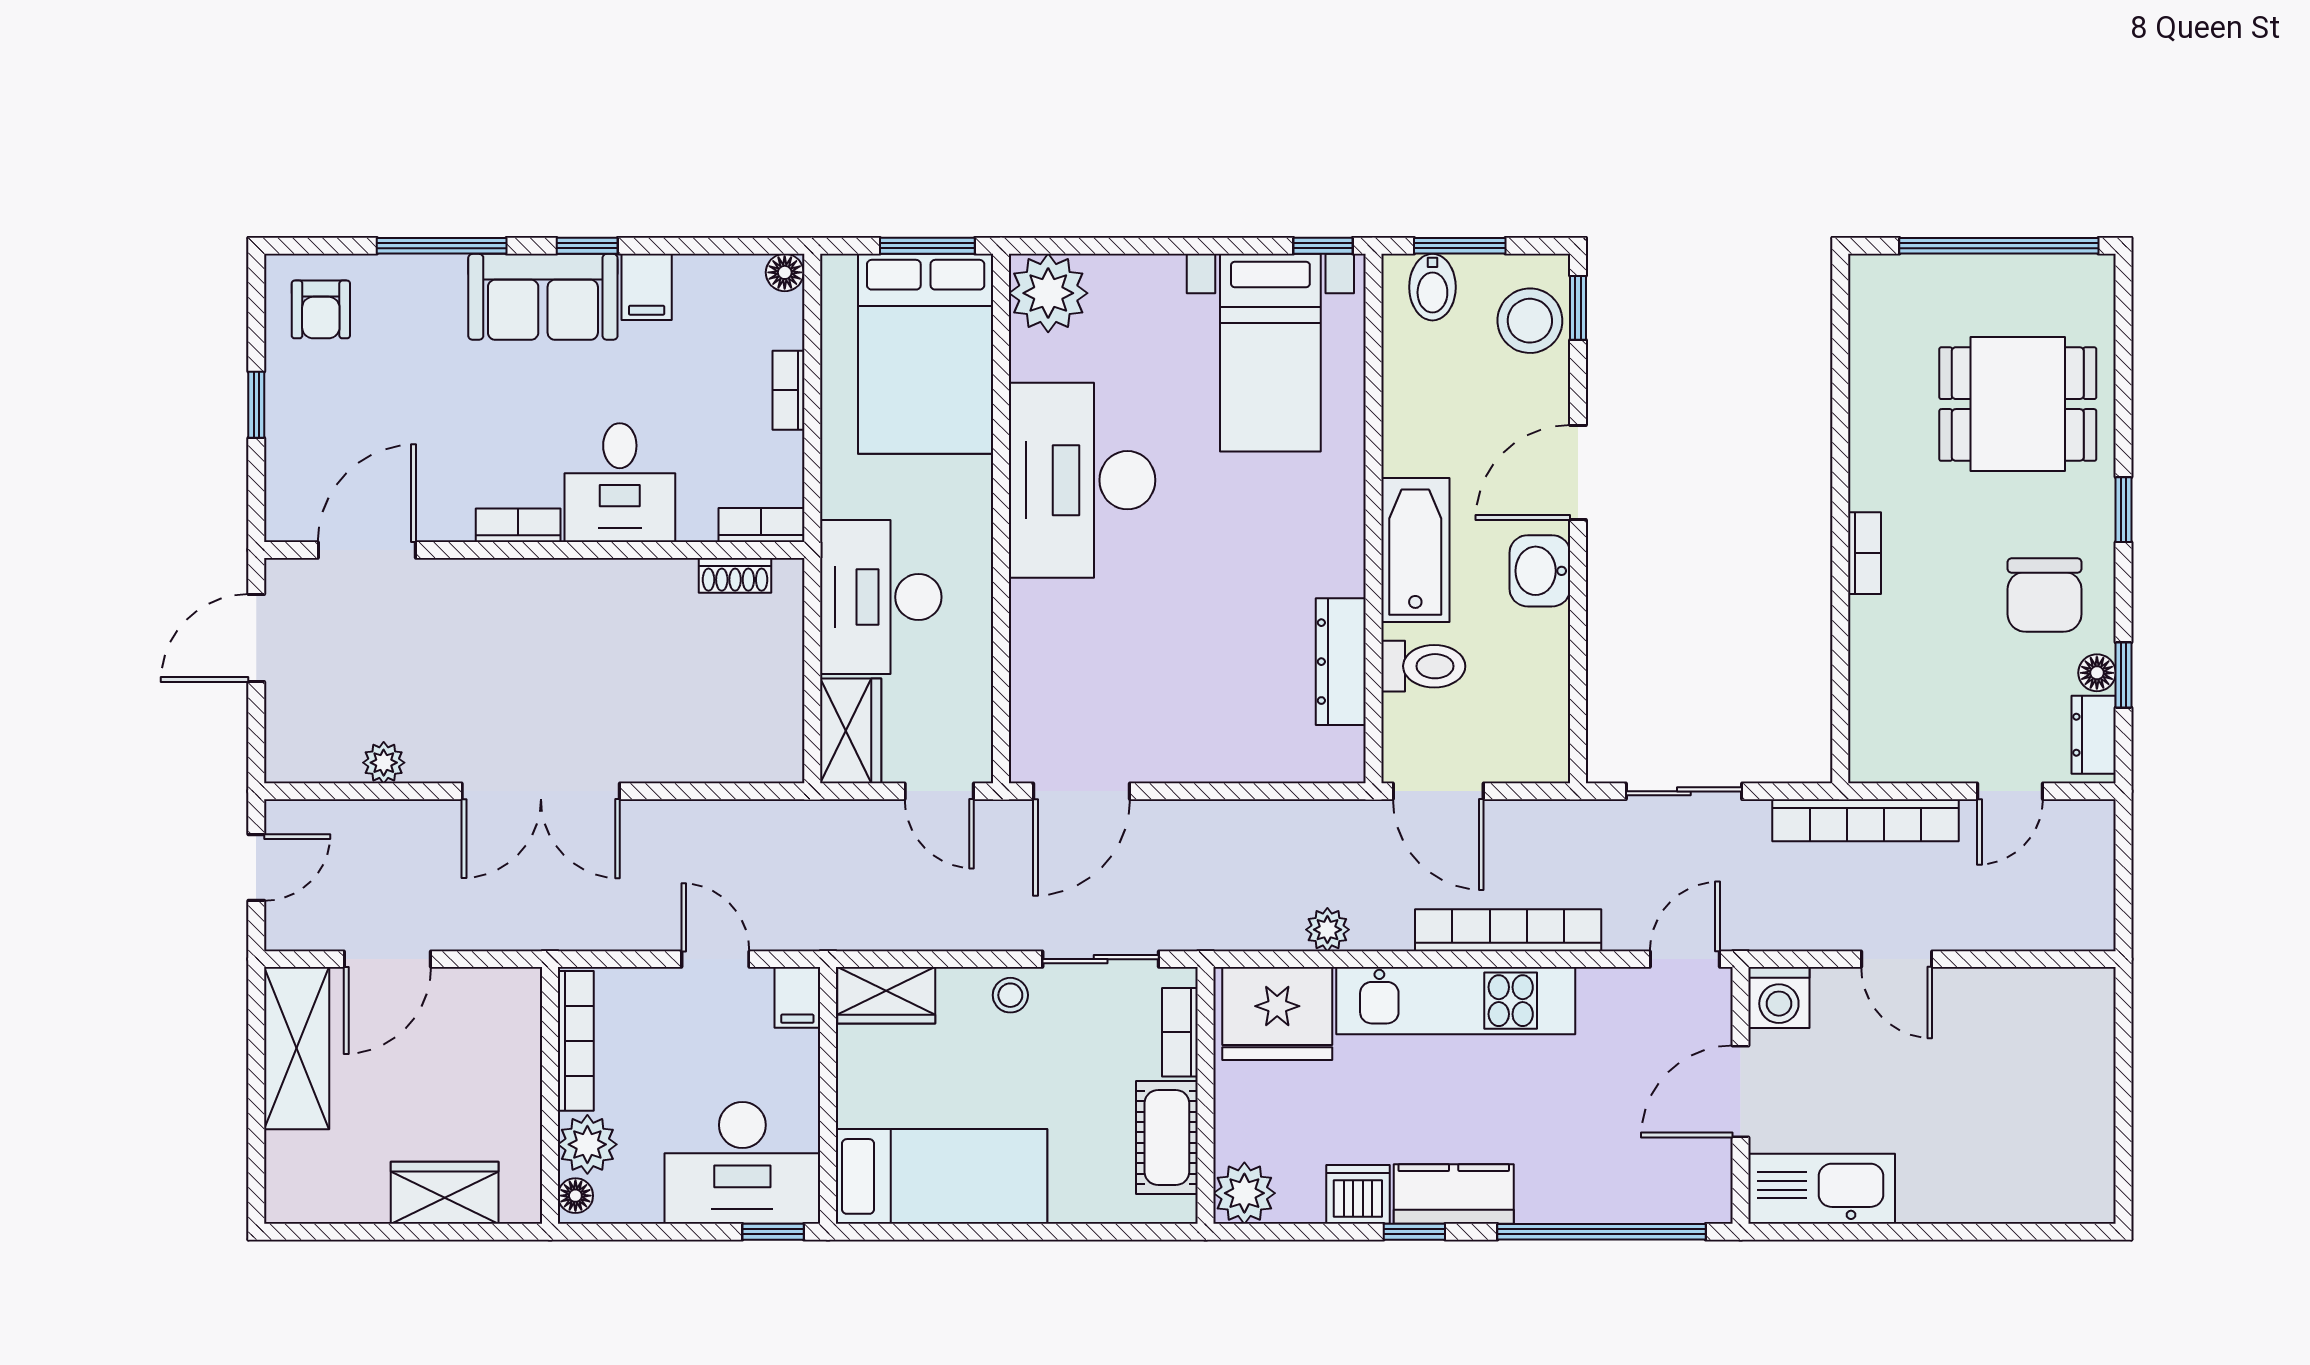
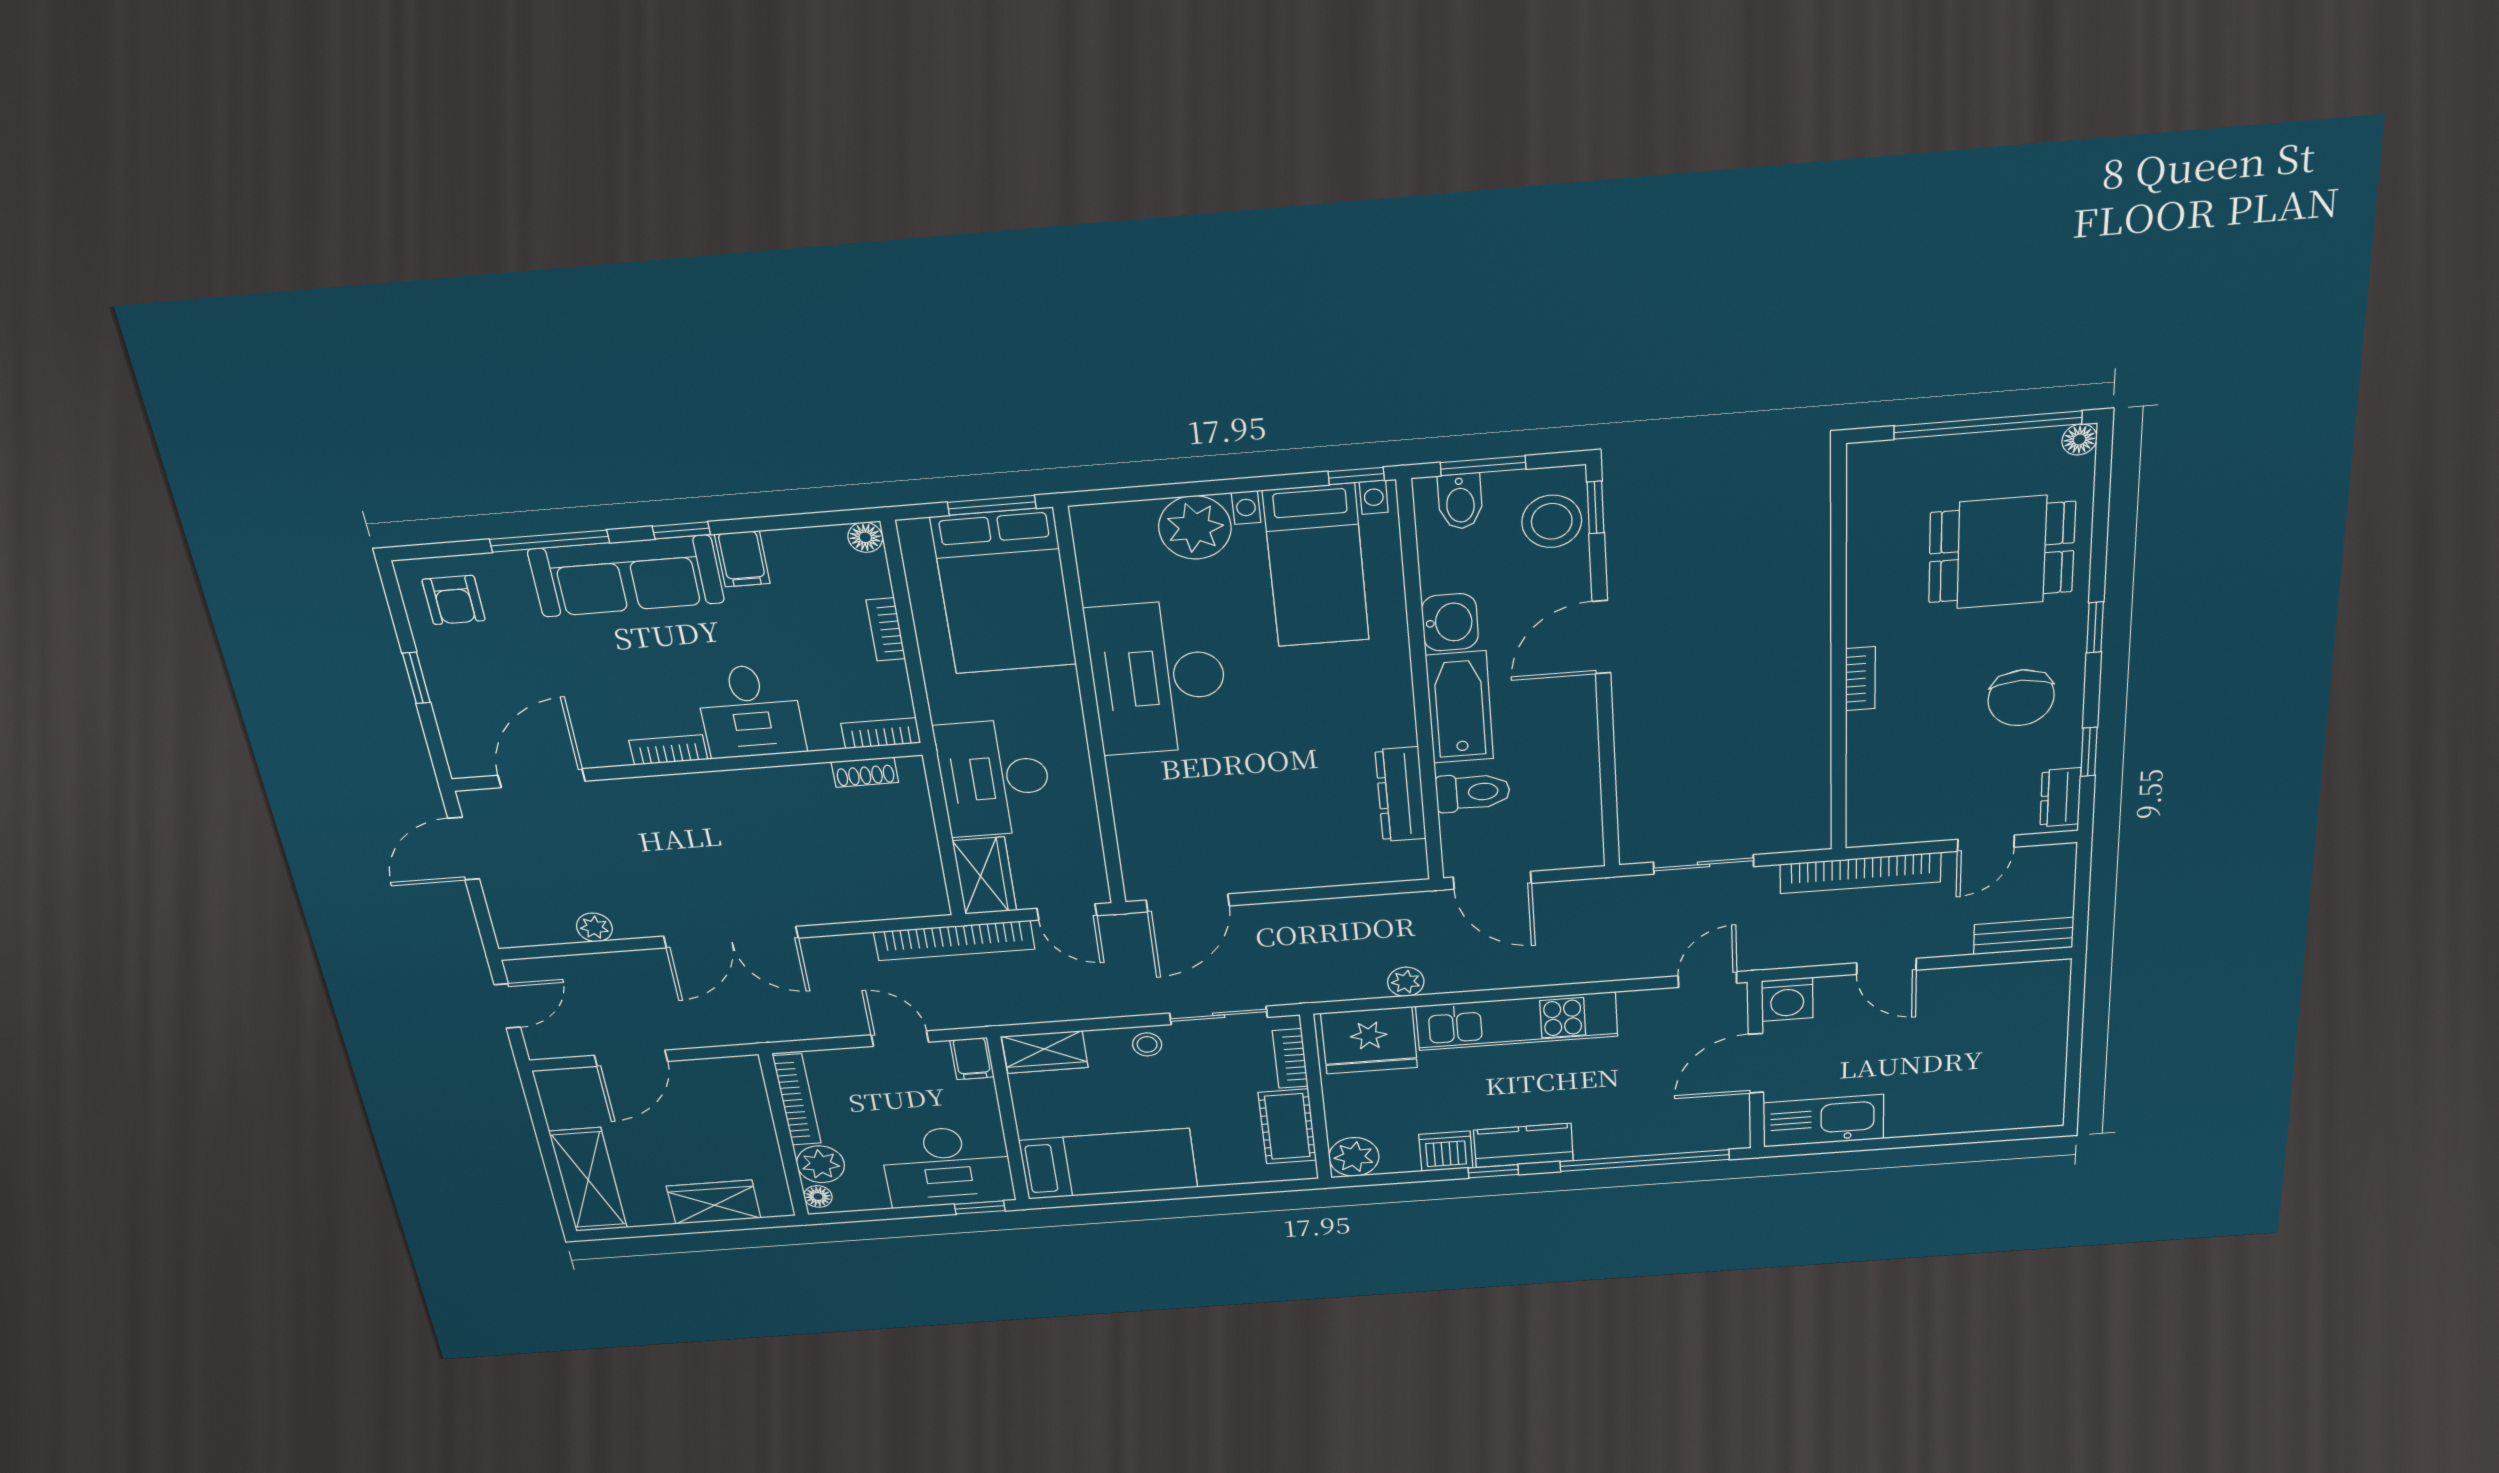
plant: (1048, 293) -> (1195, 527), moved
sofa: (543, 297) -> (626, 576), width x1.36
washbasin: (1540, 571) -> (1450, 622), moved, turned 180
floor lamp: (2097, 673) -> (2079, 440), moved
bench: (2057, 929) -> (2024, 936), added
bookcase: (1508, 930) -> (954, 941), moved, turned 180
shelving: (297, 1048) -> (588, 1180), moved

